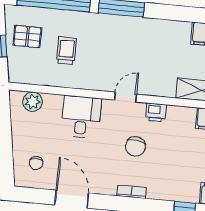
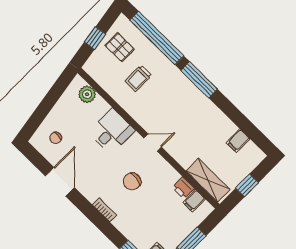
trolley: (66, 51) -> (138, 78), turned 180
printer: (156, 112) -> (183, 188), moved

